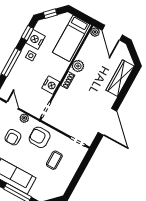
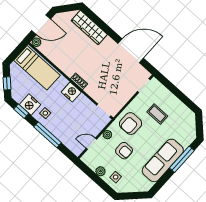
plant: (78, 66) -> (67, 68), removed
nightstand: (51, 85) -> (71, 92), moved

